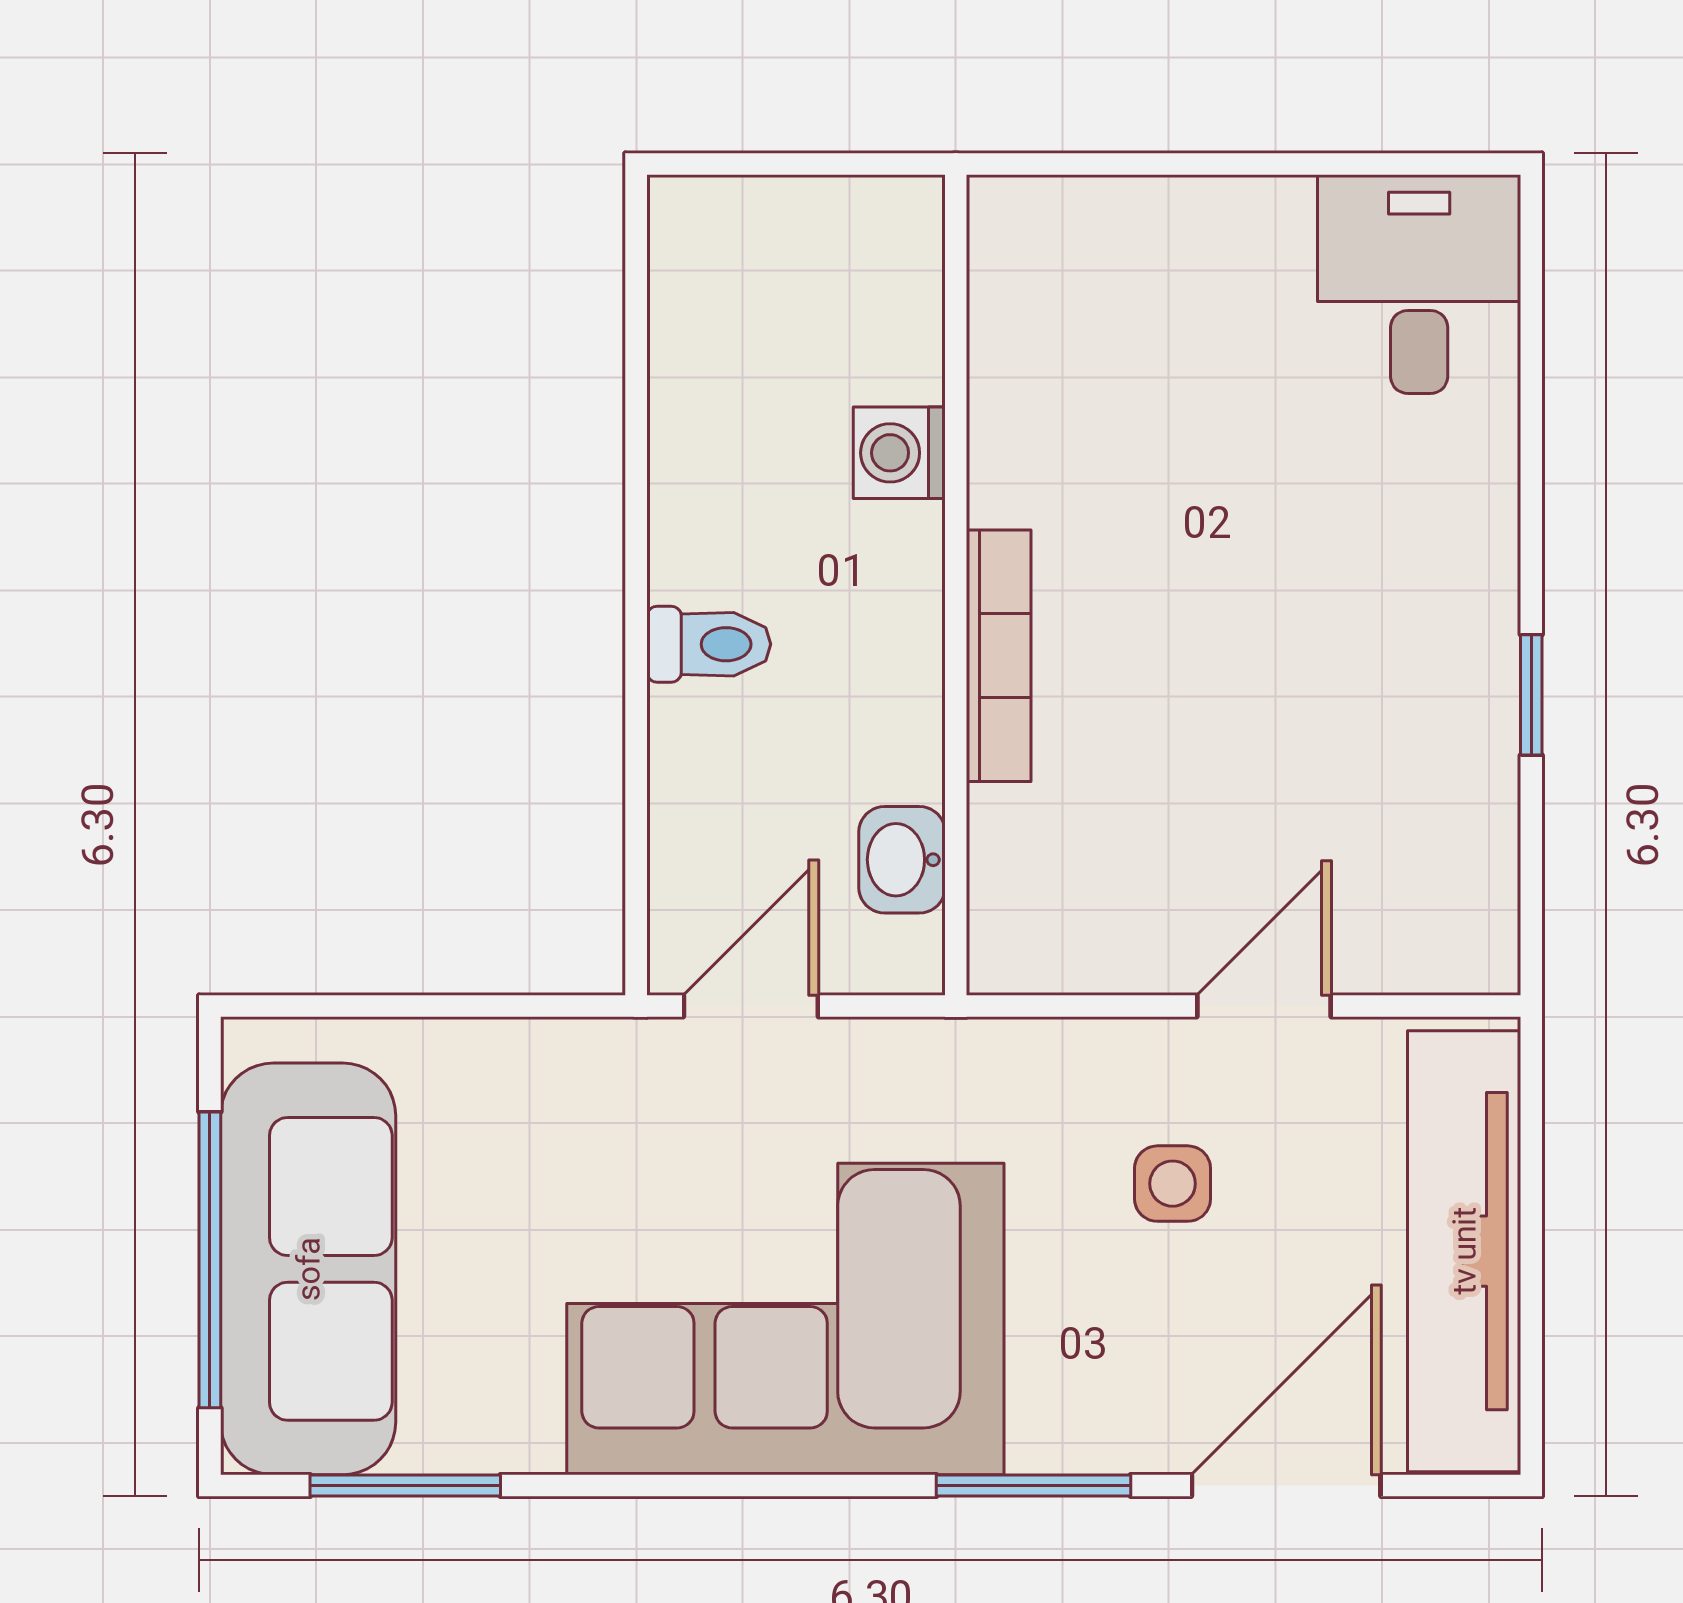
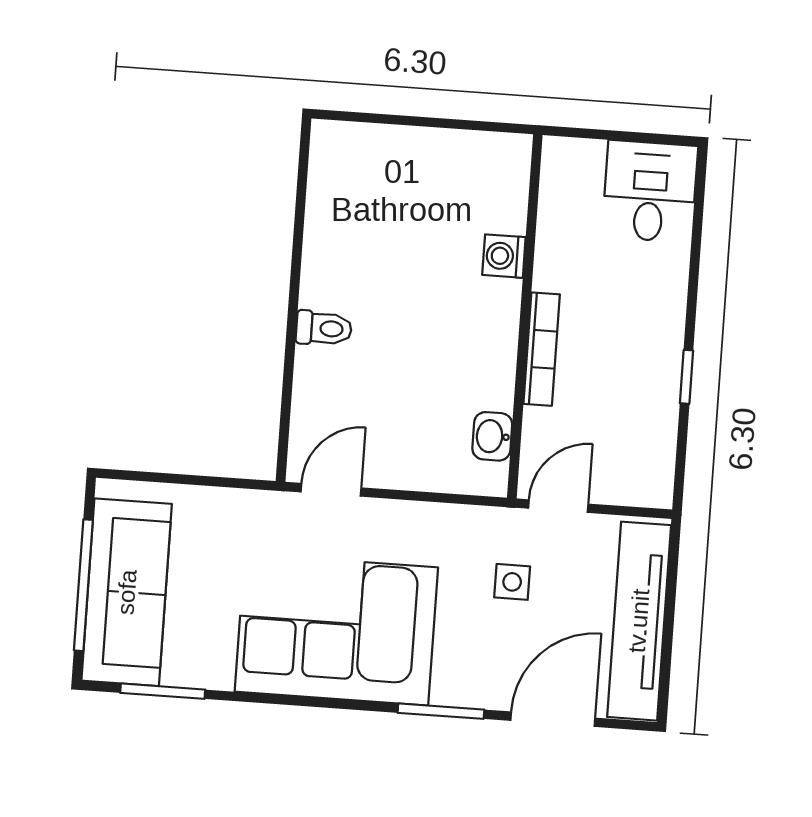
washing machine: (899, 453) -> (504, 256), moved
wall: (956, 585) -> (525, 316), moved
bookcase: (999, 656) -> (542, 349), moved
washbasin: (902, 860) -> (492, 436), moved

